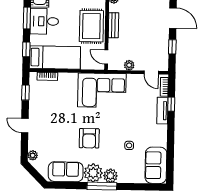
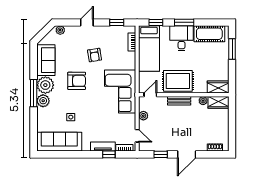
door: (151, 72) -> (137, 136), swing flipped
armchair: (61, 118) -> (94, 55), added
armchair: (89, 138) -> (77, 81), turned 180
sofa: (156, 165) -> (59, 142), width x1.36

